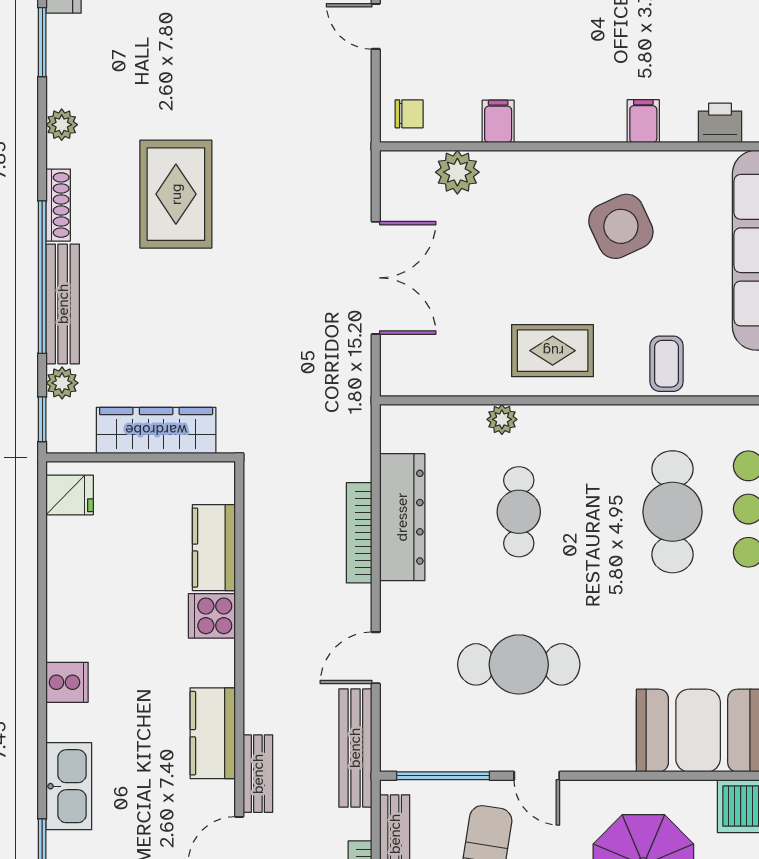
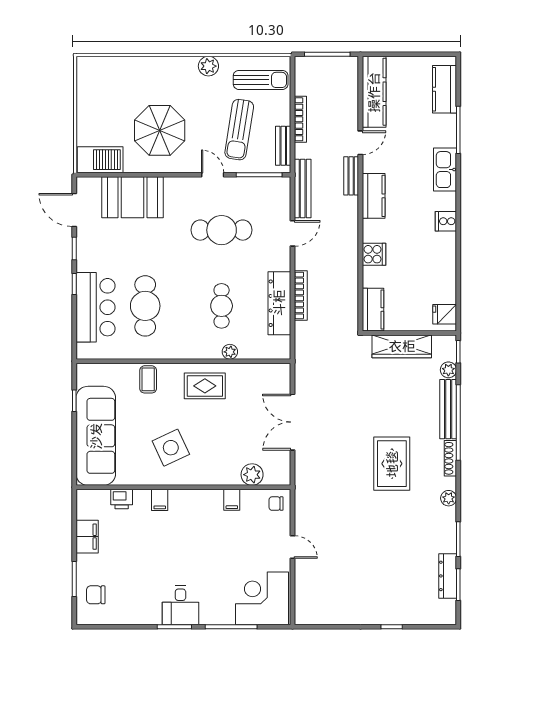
kitchen counter: (214, 548) -> (373, 310), moved

